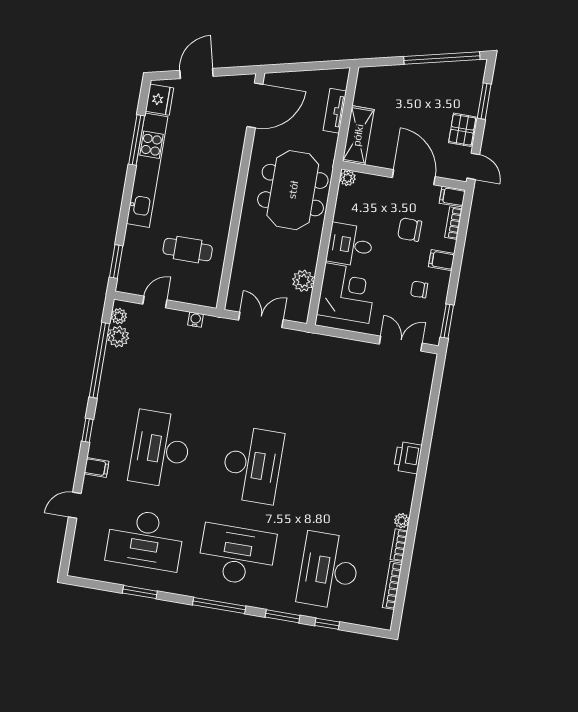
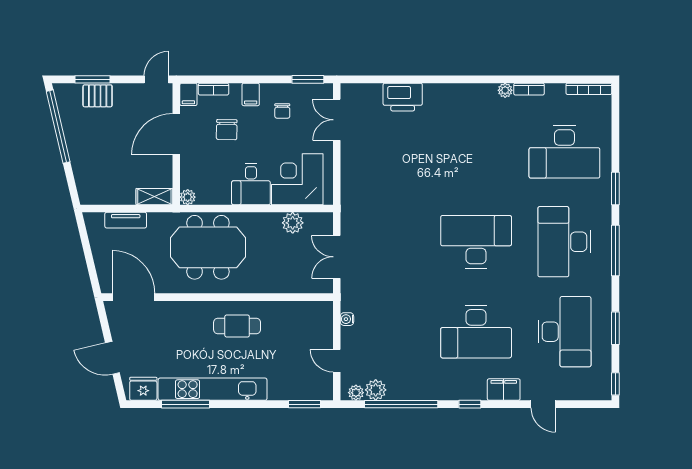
pallet: (462, 130) -> (98, 96), moved
shelving: (358, 135) -> (154, 197), width x0.67, depth x0.75
cafe table: (188, 250) -> (237, 326), moved, turned 90
printer: (408, 458) -> (403, 97), moved, width x1.37, depth x1.19
filing cabinet: (96, 467) -> (504, 390), width x2.00
bookcase: (392, 585) -> (589, 89), moved
window: (327, 624) -> (615, 384), moved

